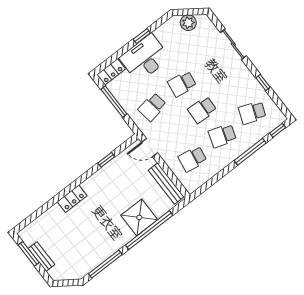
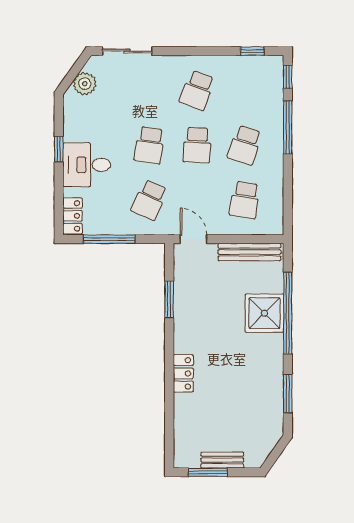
sliding door: (233, 44) -> (127, 51), moved
desk: (145, 58) -> (87, 165), width x0.73
window: (263, 82) -> (252, 51), moved
school desk: (152, 107) -> (149, 200), turned 33
school desk: (252, 113) -> (197, 90), moved
door: (150, 148) -> (194, 239), swing flipped
window: (106, 160) -> (169, 299), width x1.50
window: (105, 264) -> (288, 393), width x0.69

